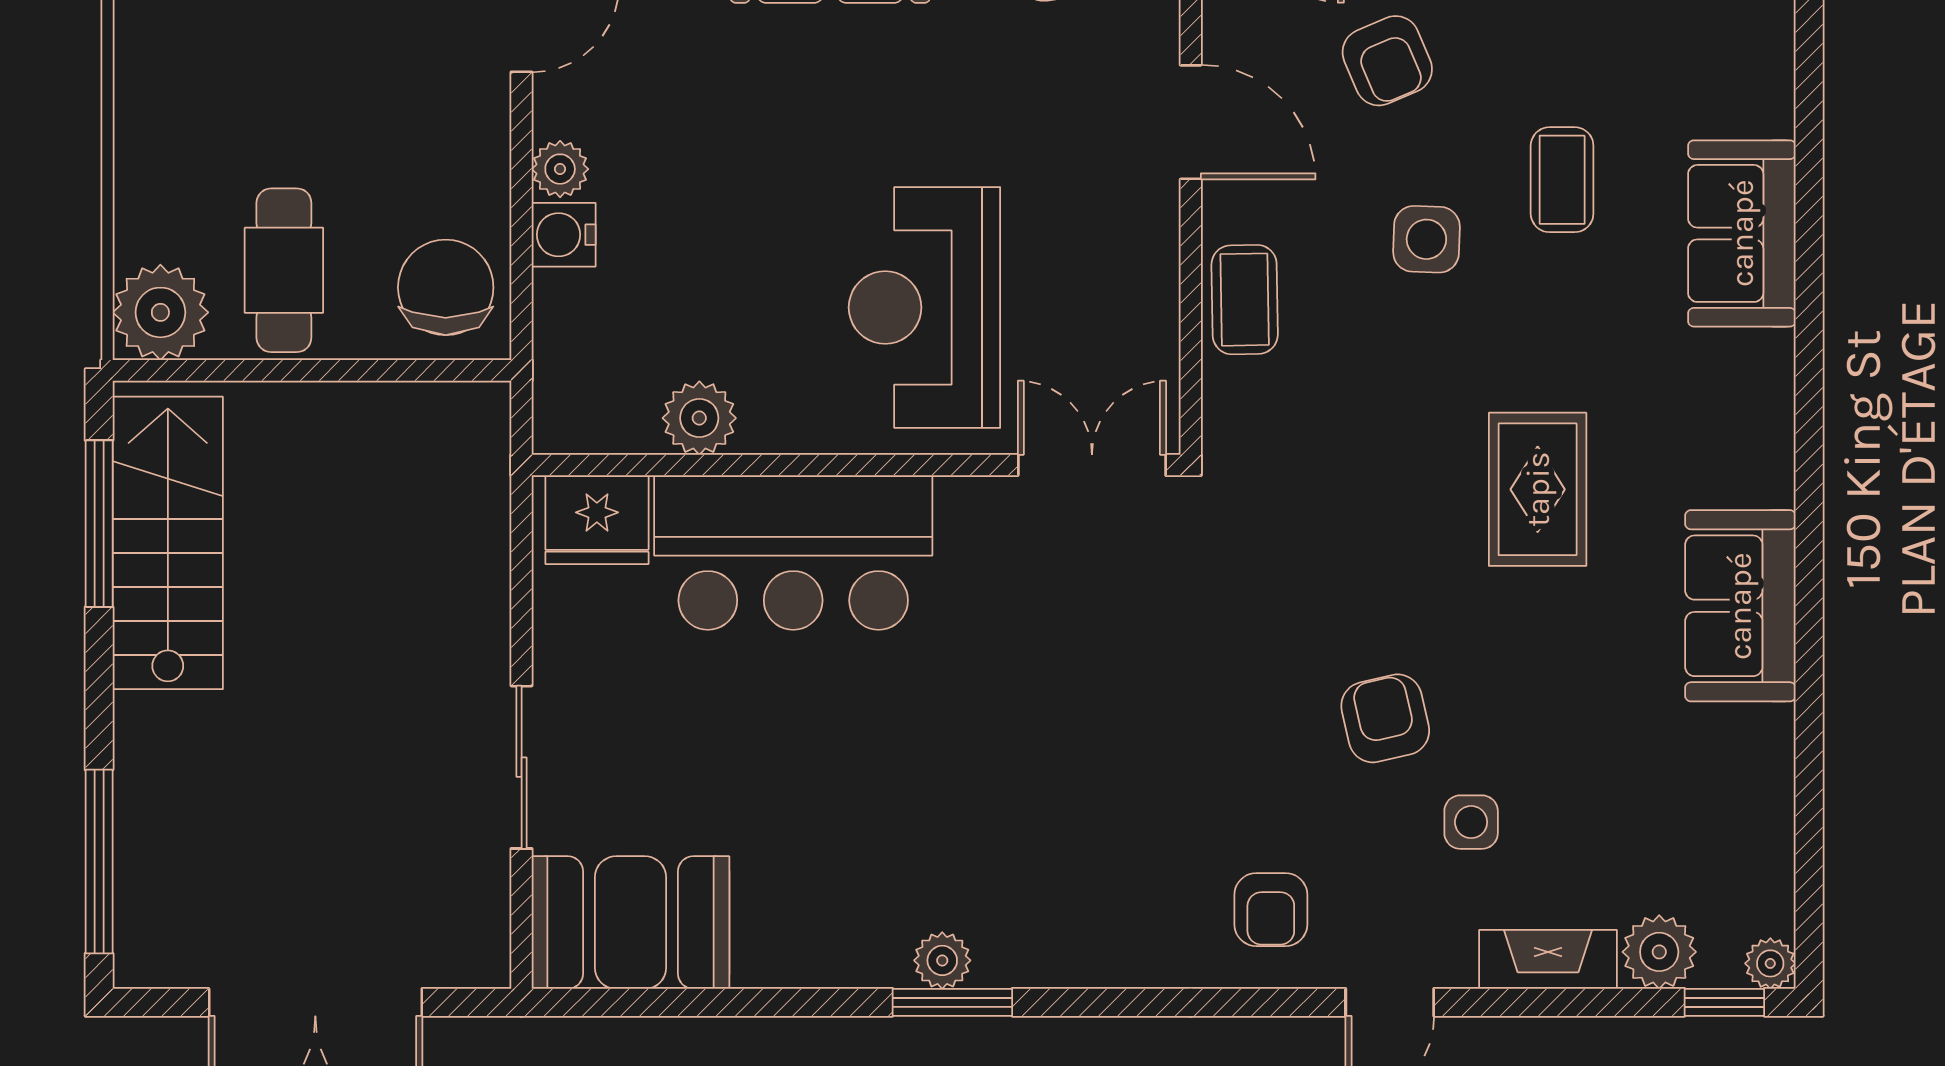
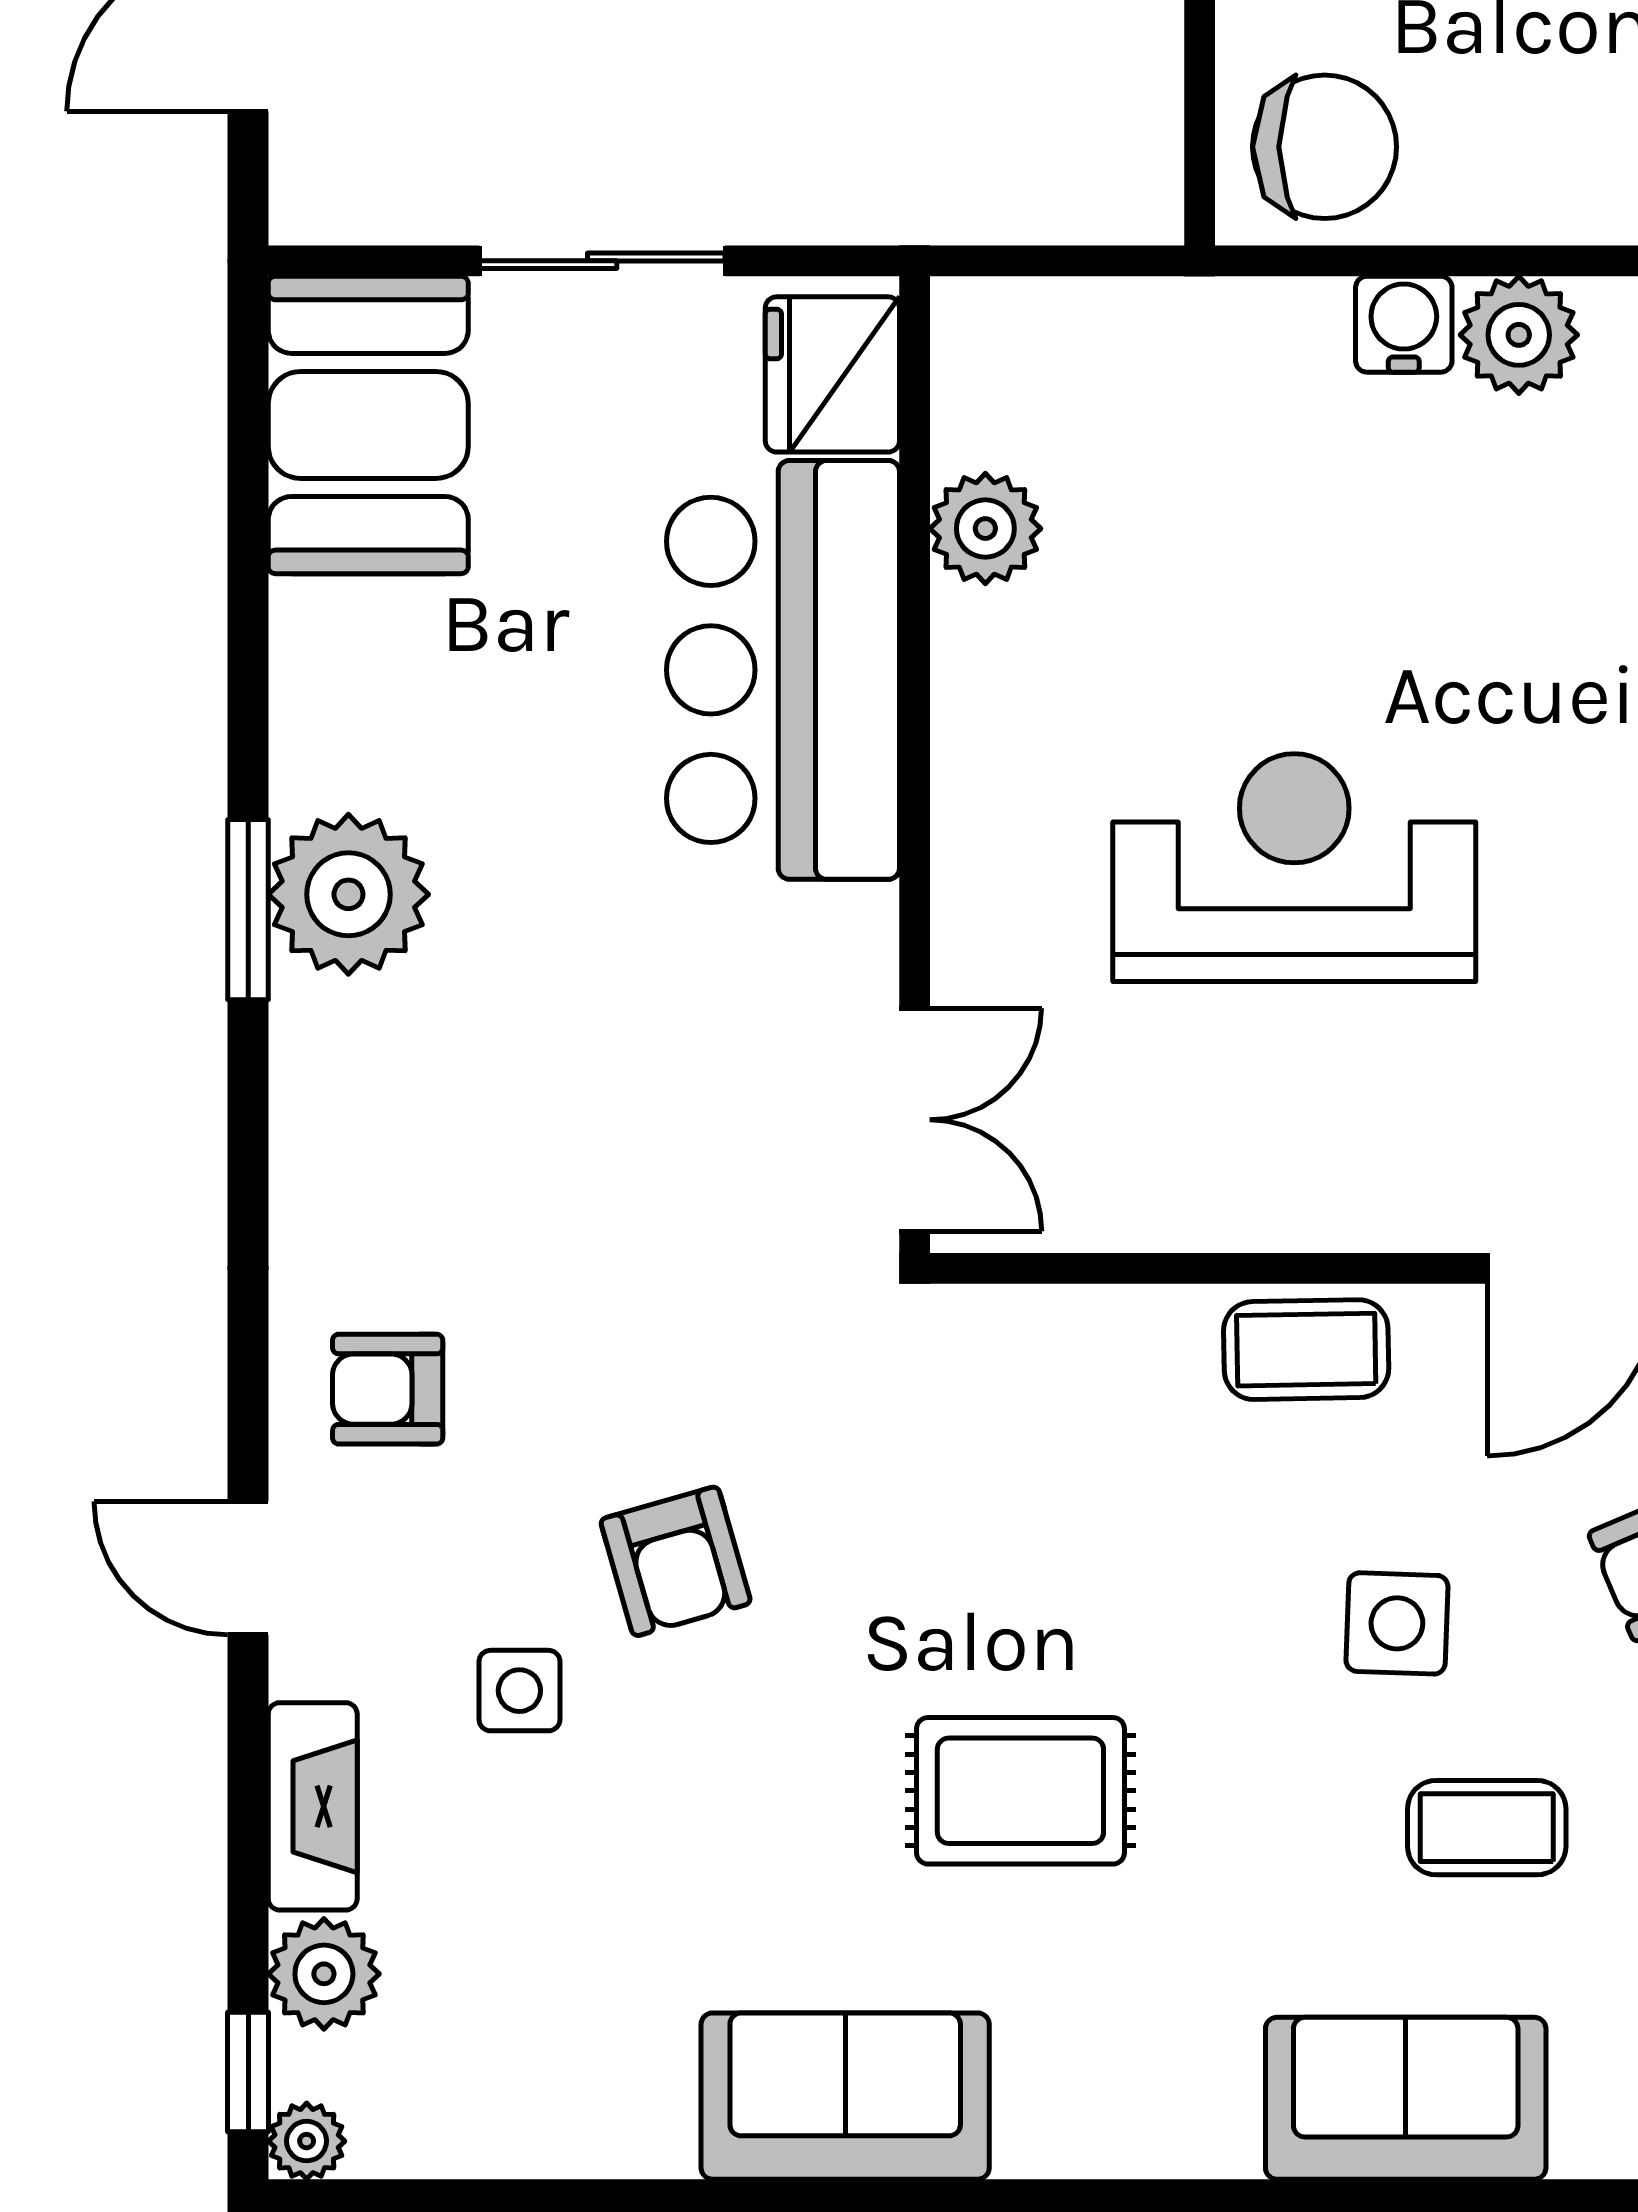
plant: (560, 169) -> (1519, 335), width x1.38, depth x1.38
plant: (699, 418) -> (985, 529), moved
wall: (856, 465) -> (915, 765), moved
double door: (1092, 465) -> (915, 1120), moved
fridge: (597, 520) -> (832, 374), moved
bar counter: (793, 552) -> (783, 670), moved
armchair: (1385, 718) -> (676, 1561), turned 87
plant: (942, 960) -> (348, 894), width x1.87, depth x1.87

